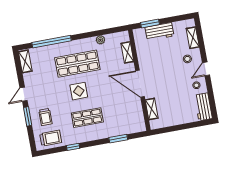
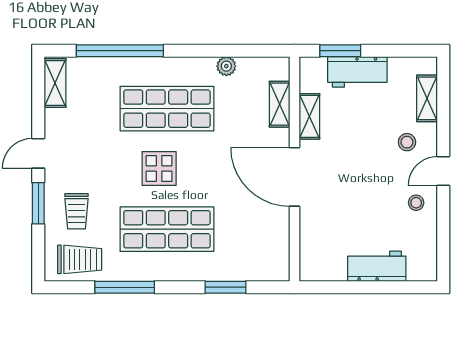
workbench: (203, 107) -> (377, 266), moved, turned 90
shelving: (152, 109) -> (309, 116), moved
shop shelf: (87, 118) -> (167, 229), width x1.43, depth x1.36
window: (73, 147) -> (125, 287), width x2.17

